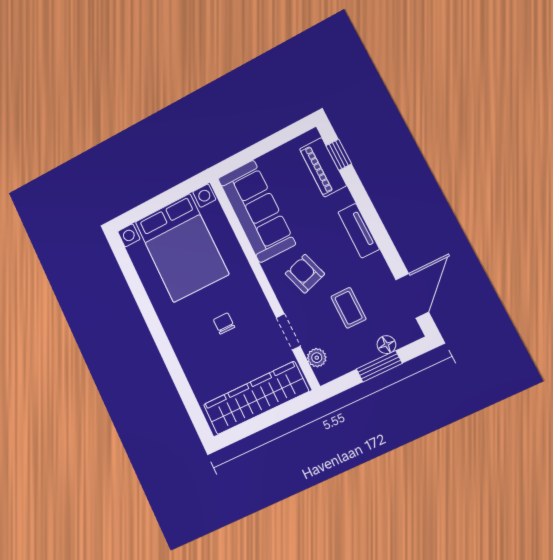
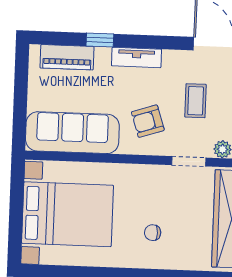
window: (339, 155) -> (100, 40), moved
coffee table: (349, 308) -> (196, 101), turned 90
chair: (224, 323) -> (153, 233), moved

